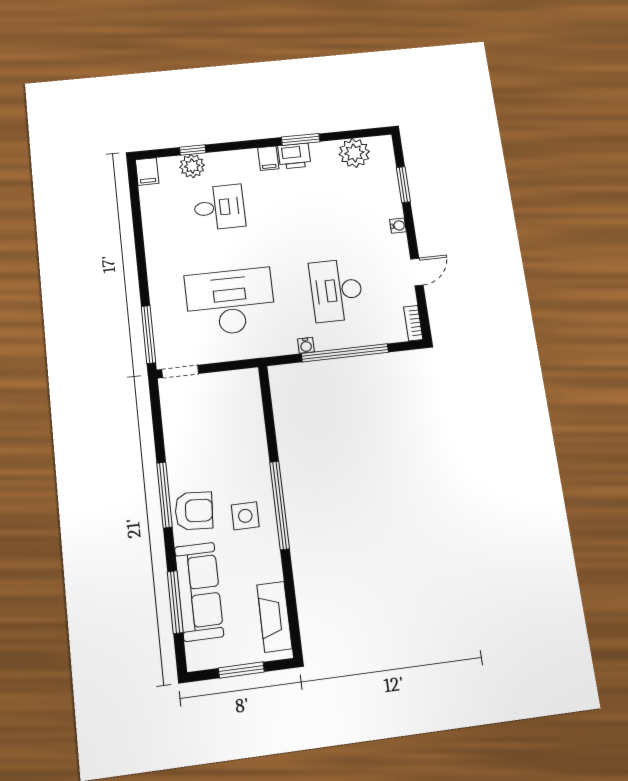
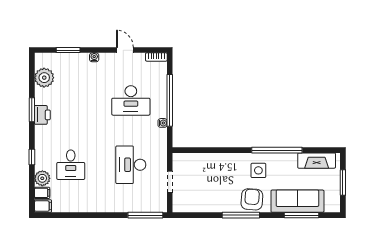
window: (193, 150) -> (32, 157), moved
filing cabinet: (268, 158) -> (42, 193), moved
desk: (219, 207) -> (71, 165), turned 180
desk: (230, 302) -> (131, 165), width x0.73, depth x0.77
doorway: (180, 371) -> (170, 182), moved
window: (280, 505) -> (277, 150), moved

